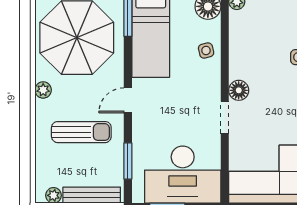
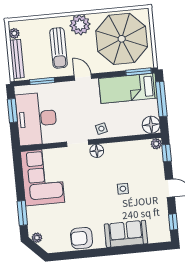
side table: (206, 50) -> (101, 129), moved
plant: (43, 90) -> (80, 25), width x1.88, depth x1.88

